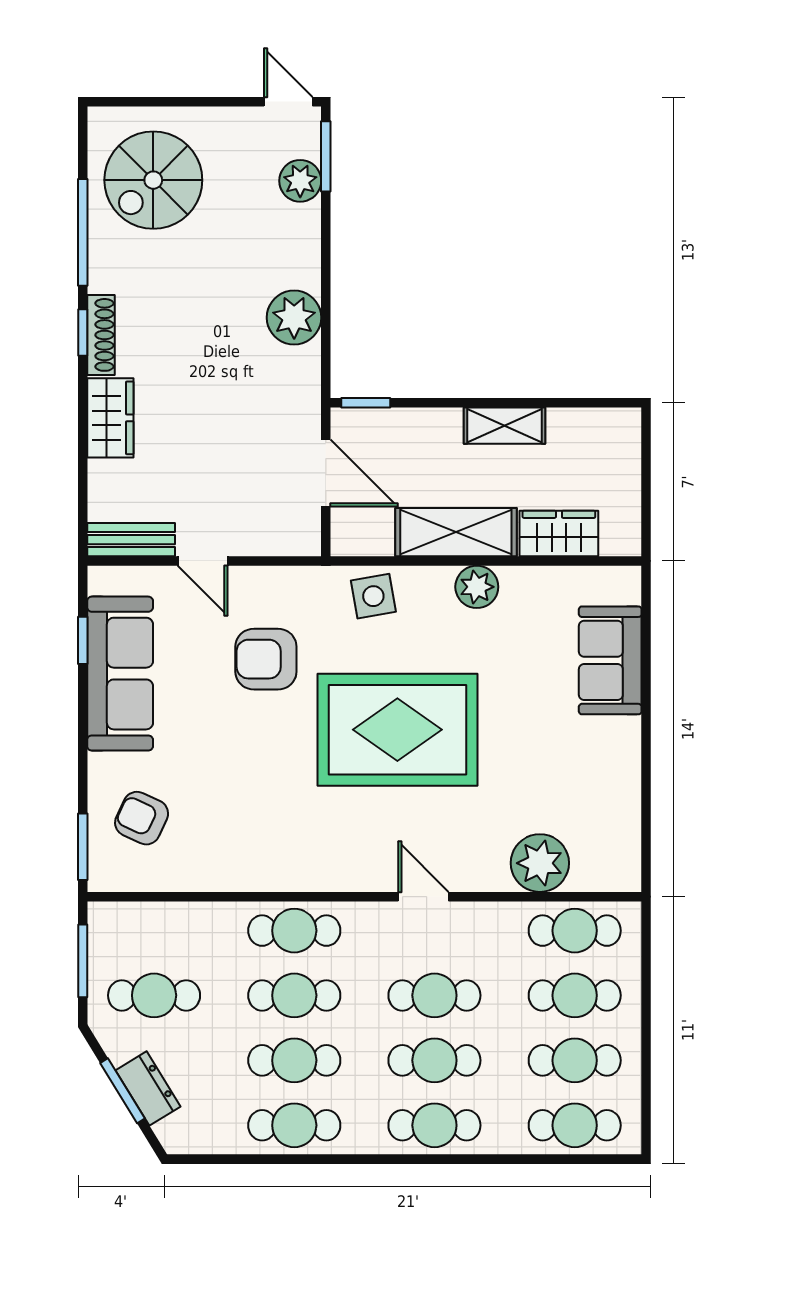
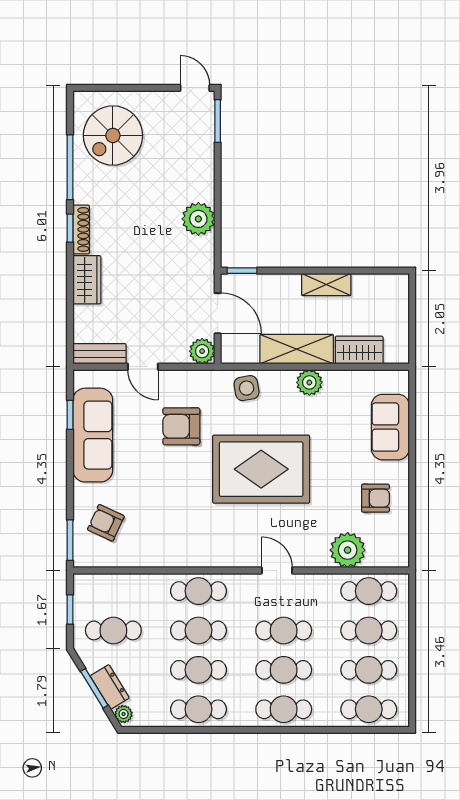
plant: (300, 181) -> (202, 351), moved
armchair: (586, 777) -> (375, 498), added
window: (83, 961) -> (70, 609), width x0.67
plant: (171, 1133) -> (124, 714), added

